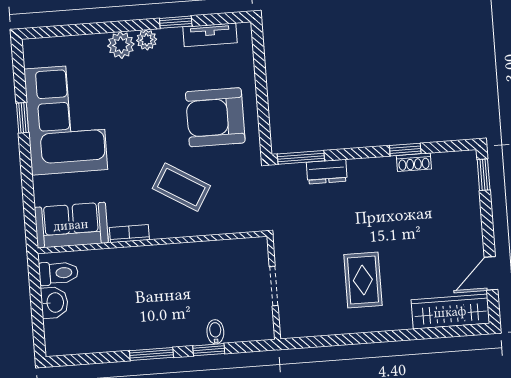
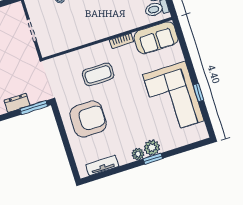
window: (176, 22) -> (153, 159), moved
coffee table: (181, 187) -> (98, 74), turned -31

